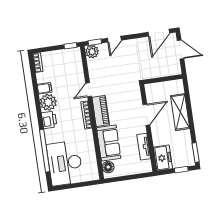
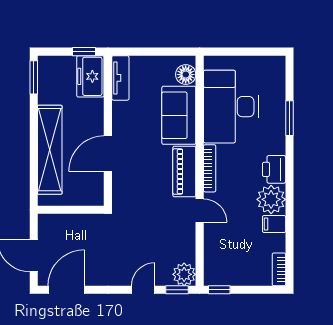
door: (89, 90) -> (200, 211), hinge flipped
shelving: (180, 112) -> (50, 150), width x1.47
tv unit: (144, 147) -> (120, 78), moved
window: (45, 151) -> (289, 118), width x0.47
desk: (65, 163) -> (231, 107), moved, turned 180
window: (181, 170) -> (84, 52), moved

